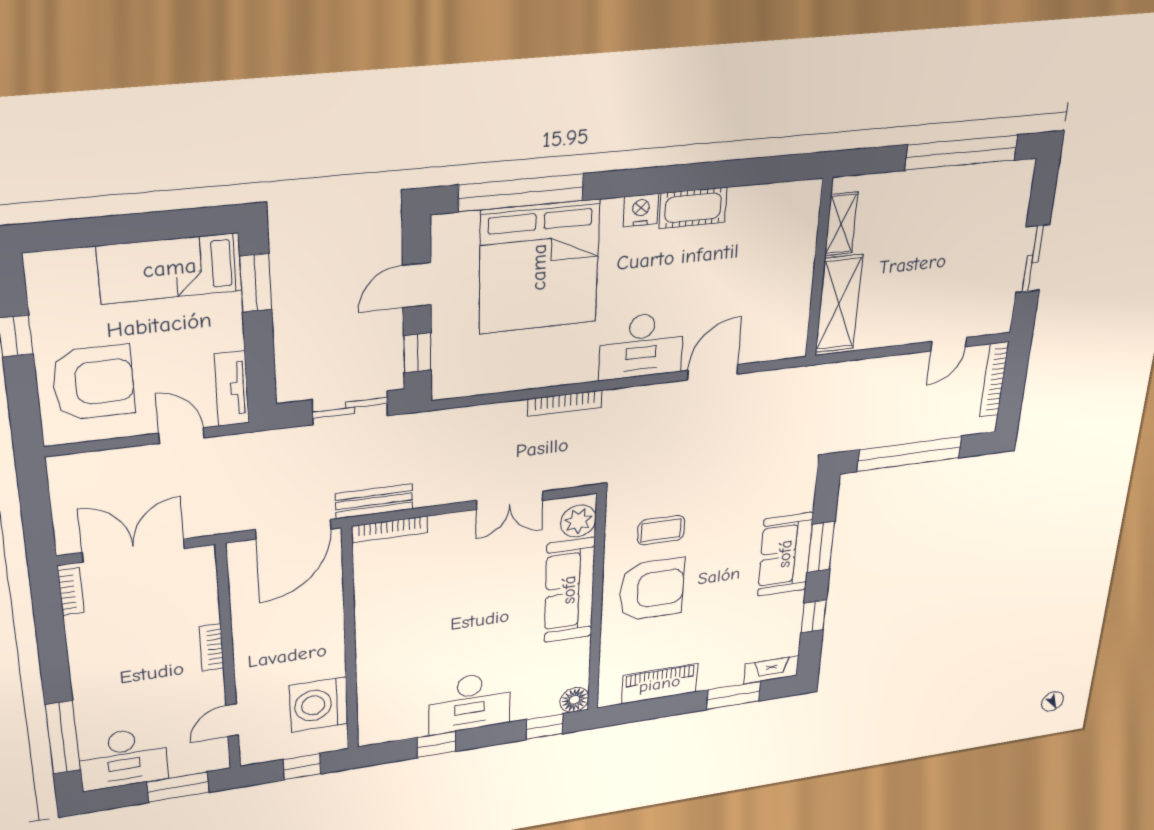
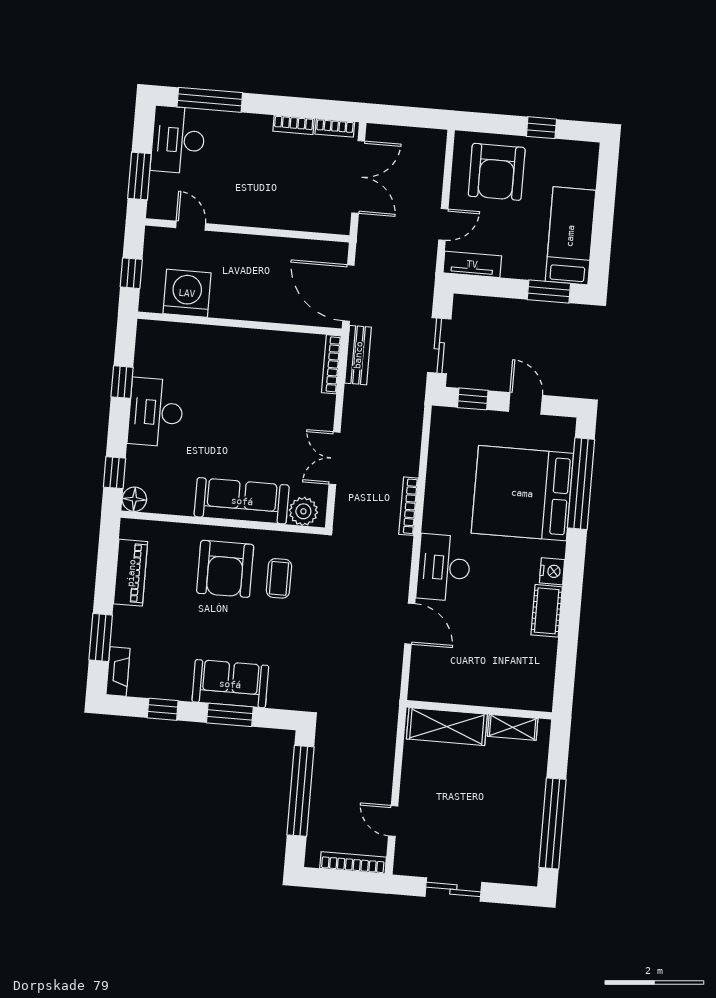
bookcase: (212, 647) -> (294, 125), moved, turned 180

